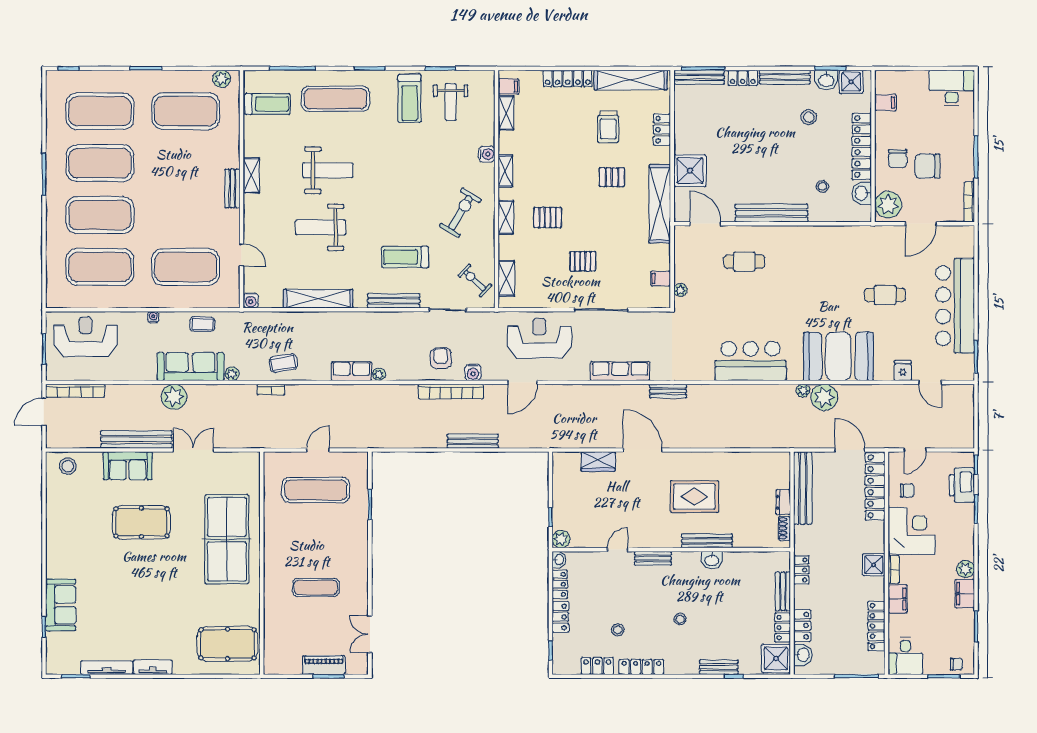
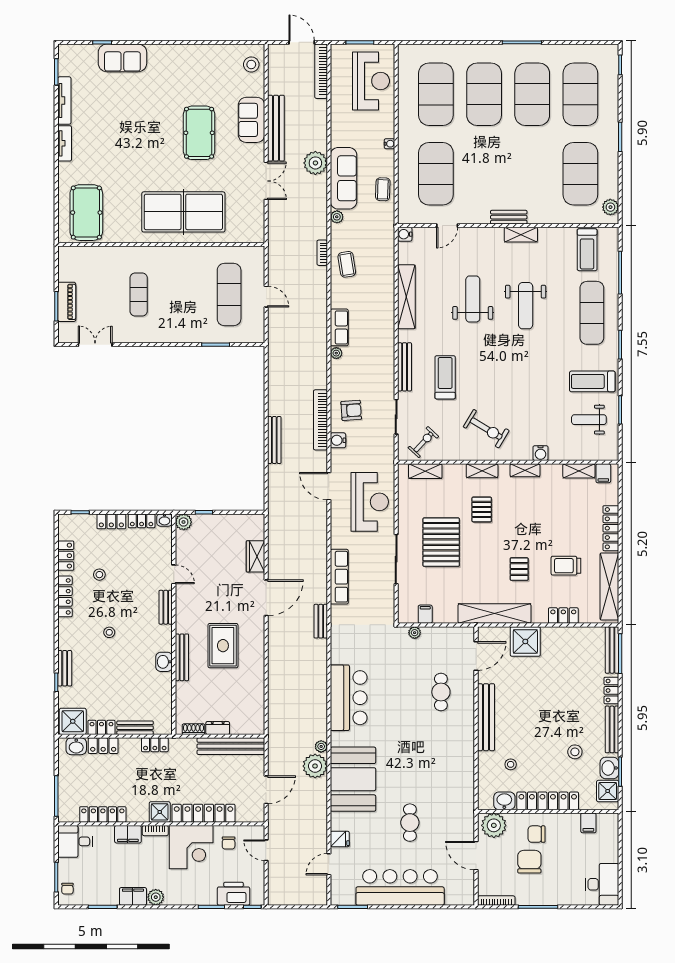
pallet: (583, 261) -> (441, 542), width x2.05, depth x2.00
locker: (875, 486) -> (203, 813), moved

